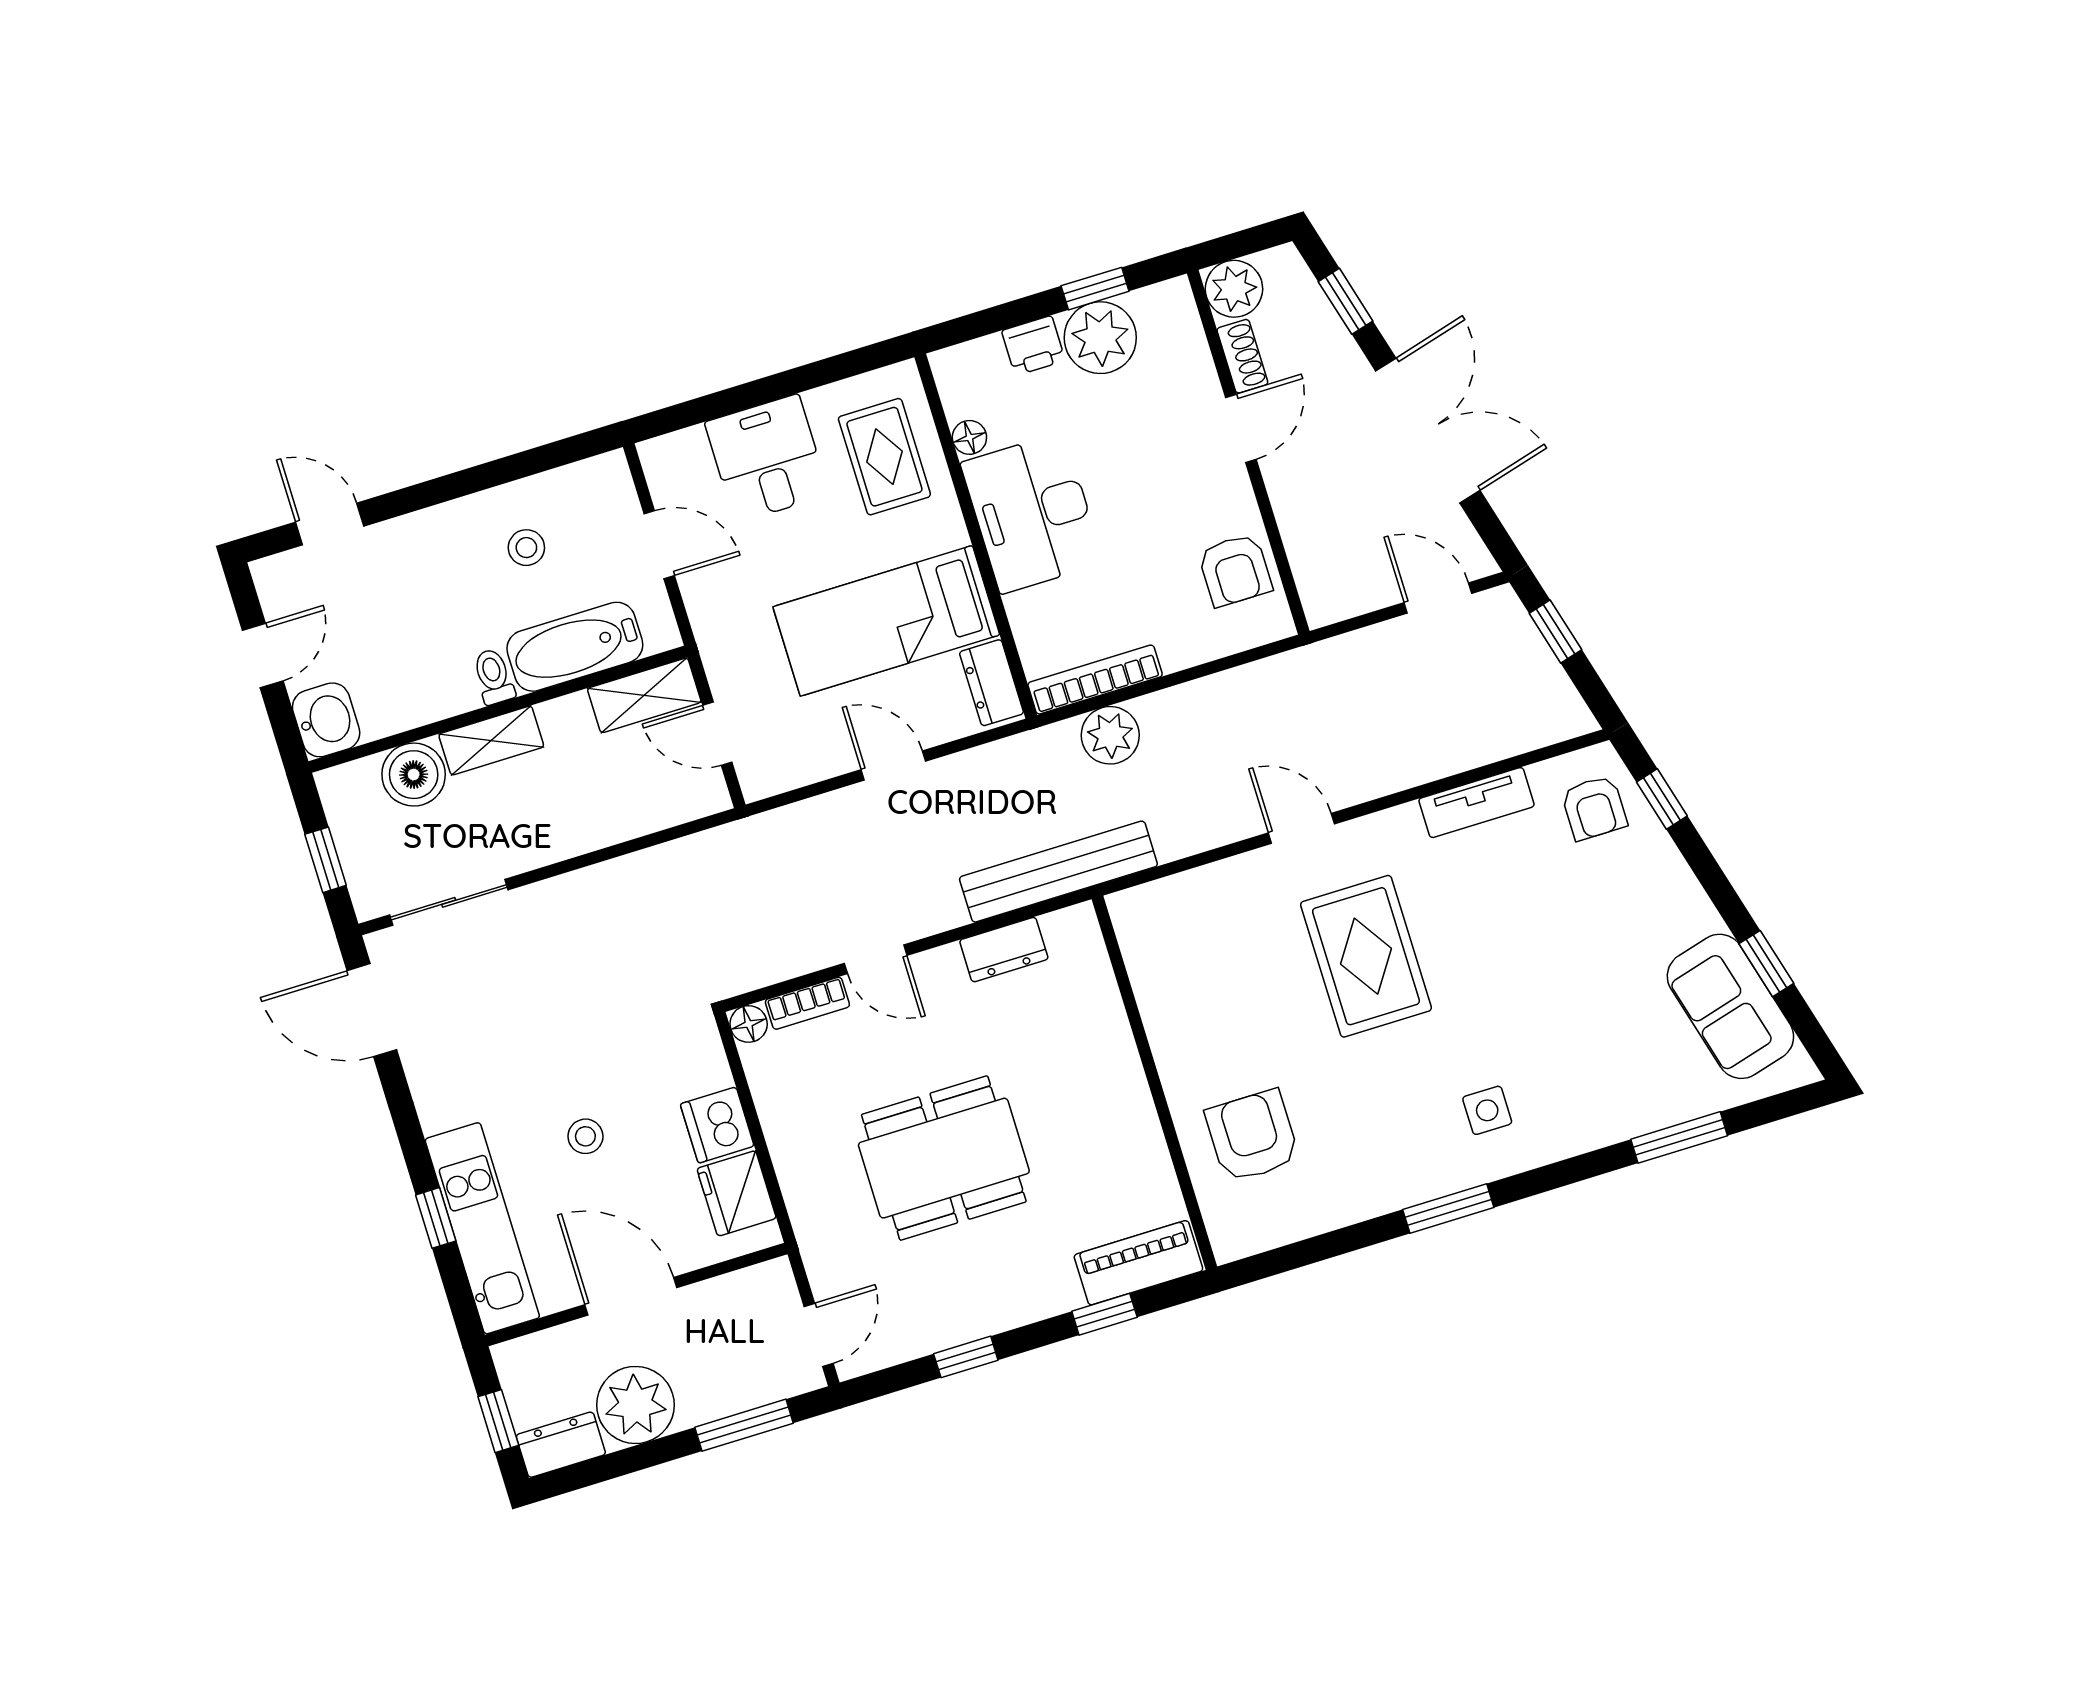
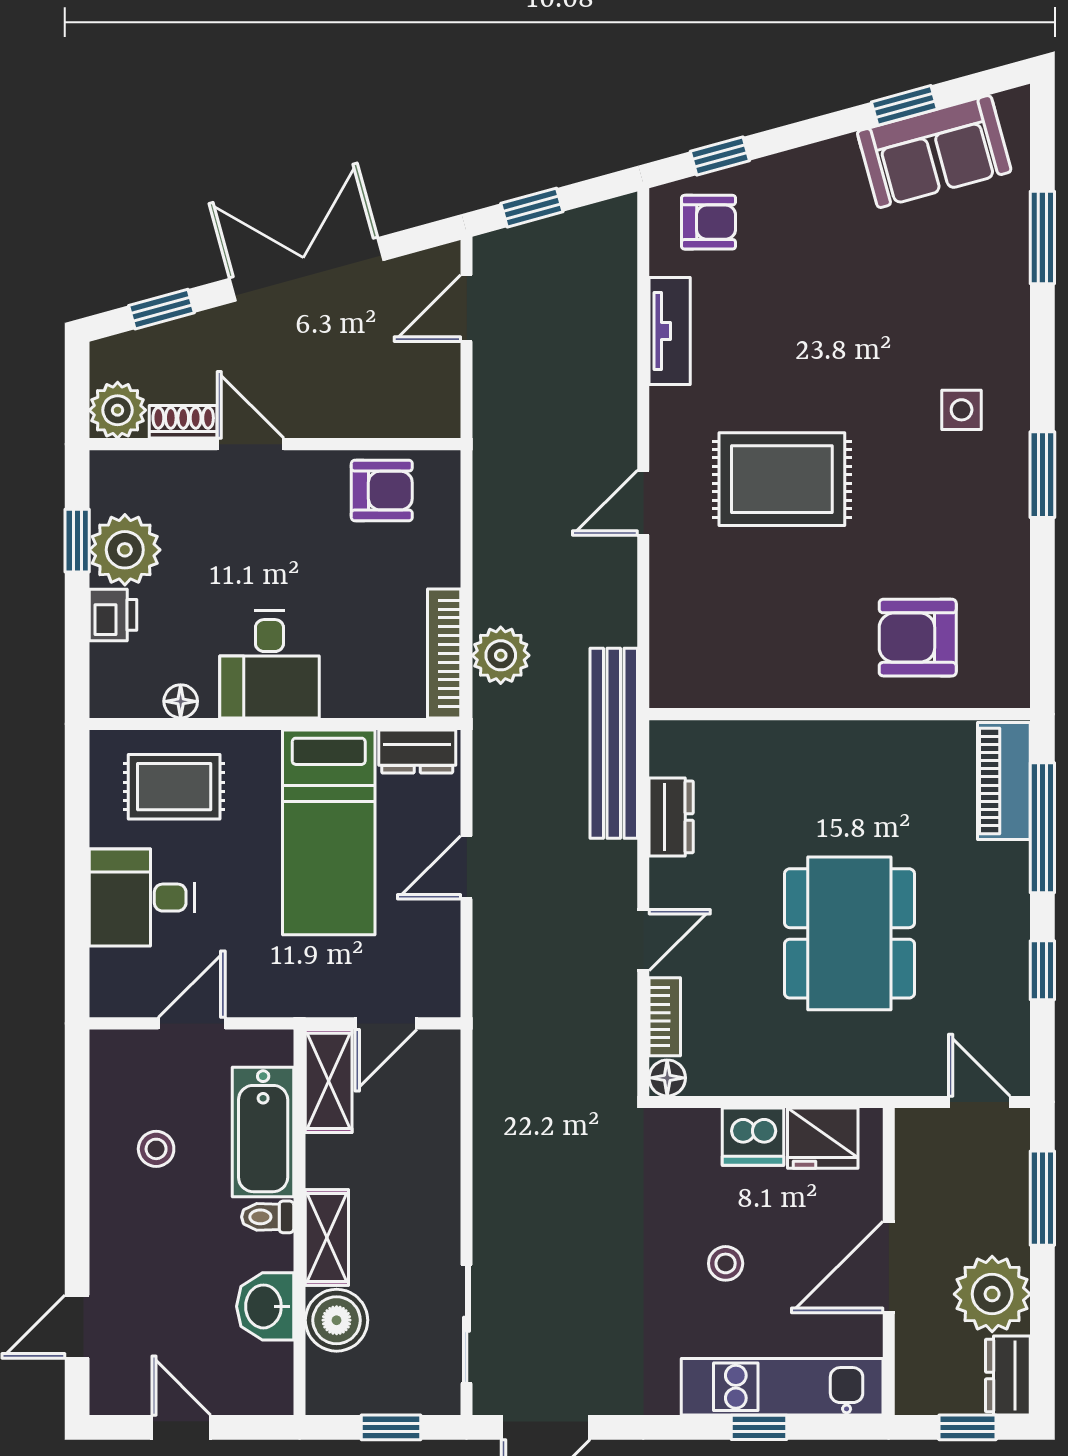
desk: (1032, 513) -> (269, 664), width x0.73
washbasin: (326, 720) -> (265, 1306), moved, turned -90
window: (1104, 1314) -> (1042, 828), width x2.17

